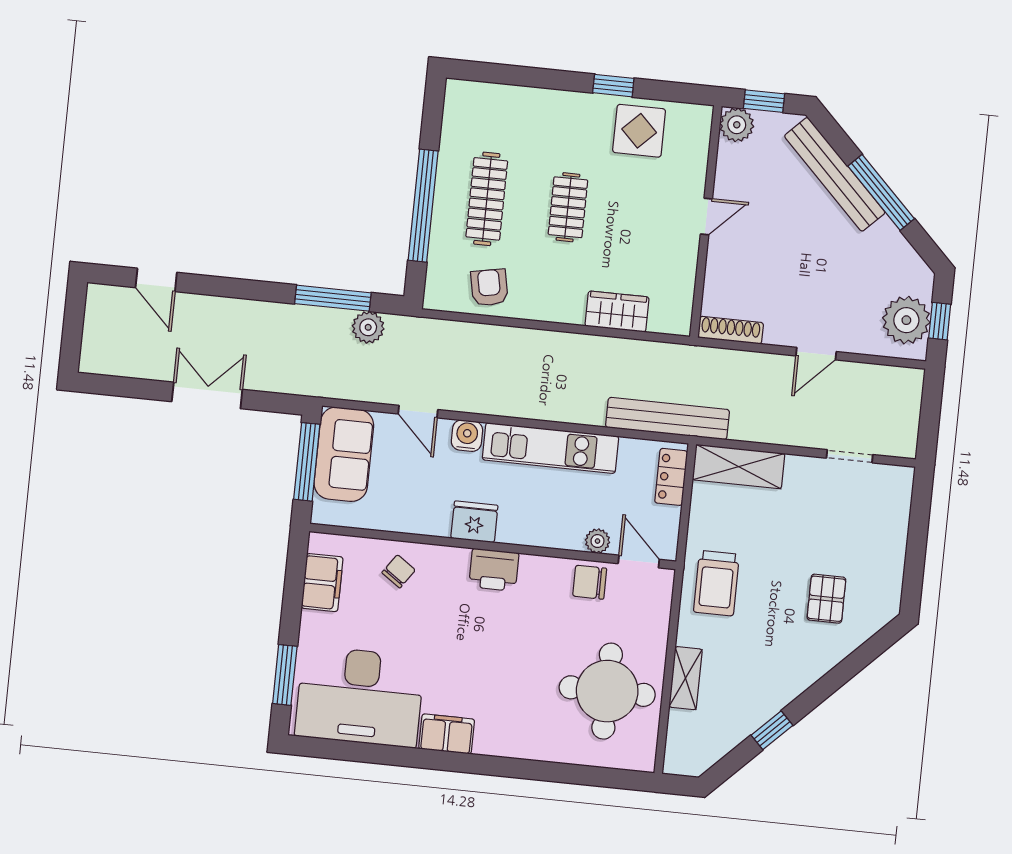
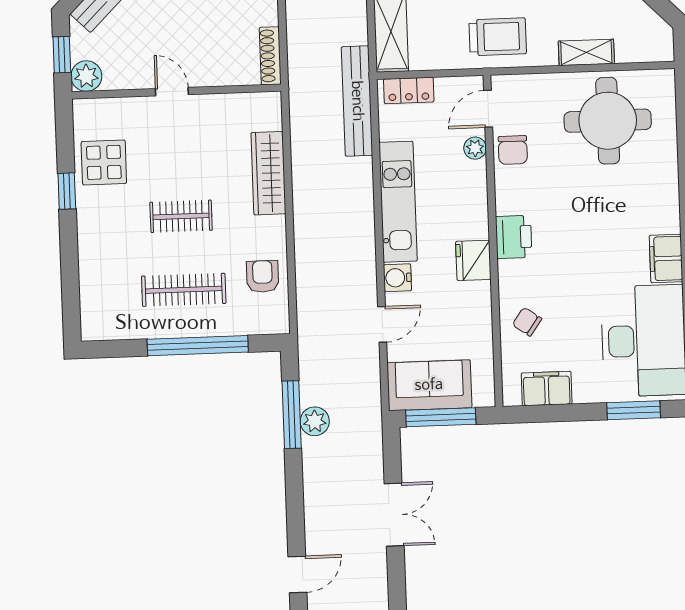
armchair: (489, 288) -> (262, 276), turned 101
wardrobe: (617, 312) -> (268, 173), width x1.50
plant: (368, 327) -> (315, 421), moved
double door: (207, 395) -> (394, 515), swing flipped

